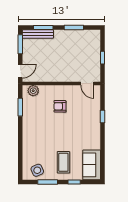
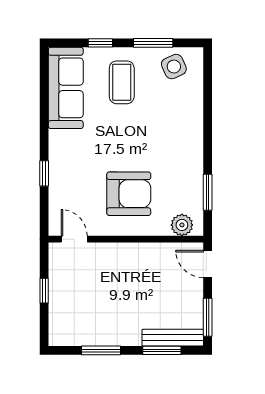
door: (20, 71) -> (208, 264), hinge flipped
armchair: (60, 106) -> (129, 194), width x1.88, depth x1.88
sofa: (92, 165) -> (66, 88), width x1.36

